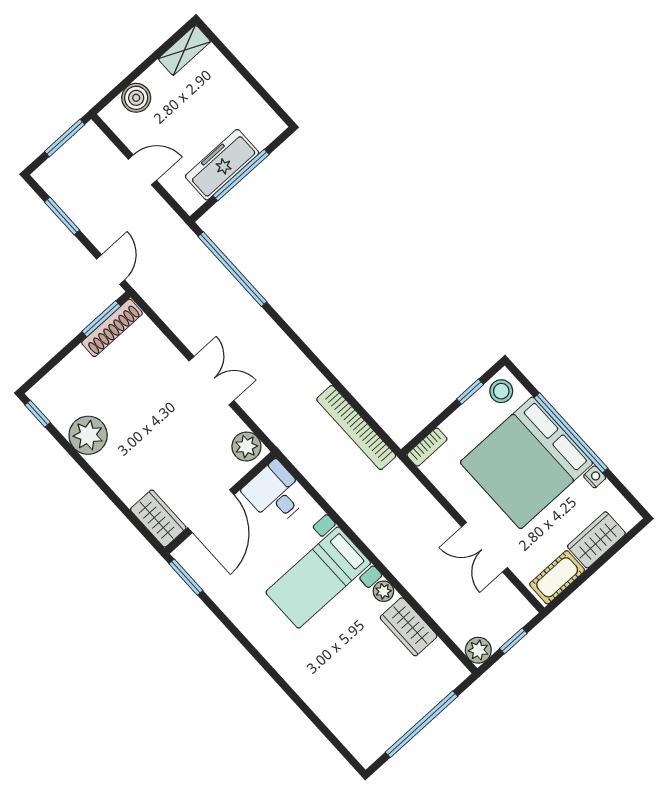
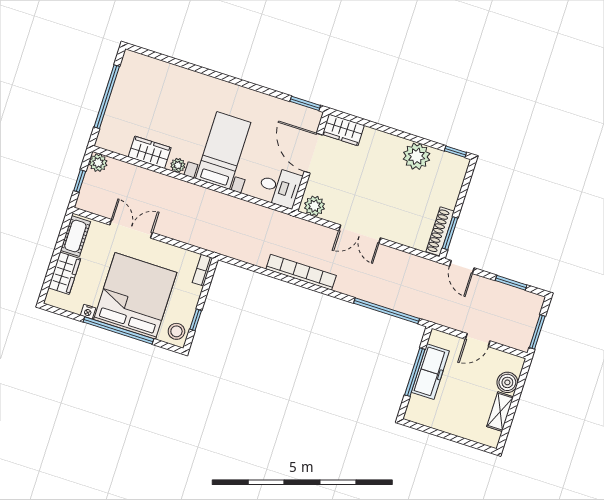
shelving: (184, 50) -> (500, 412), moved
bookcase: (356, 428) -> (301, 272), moved

